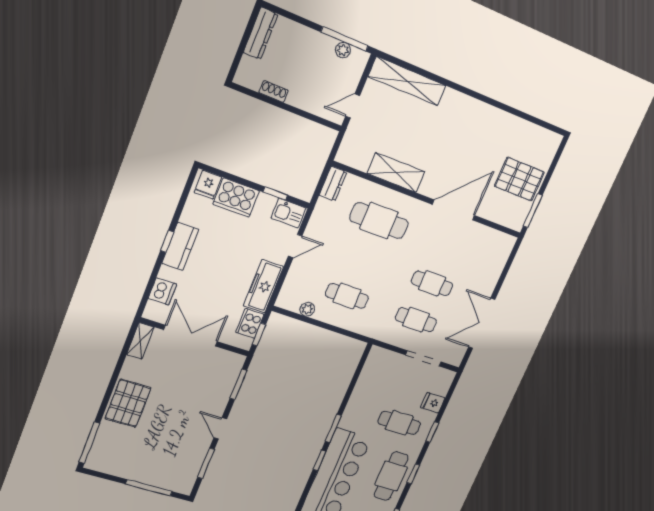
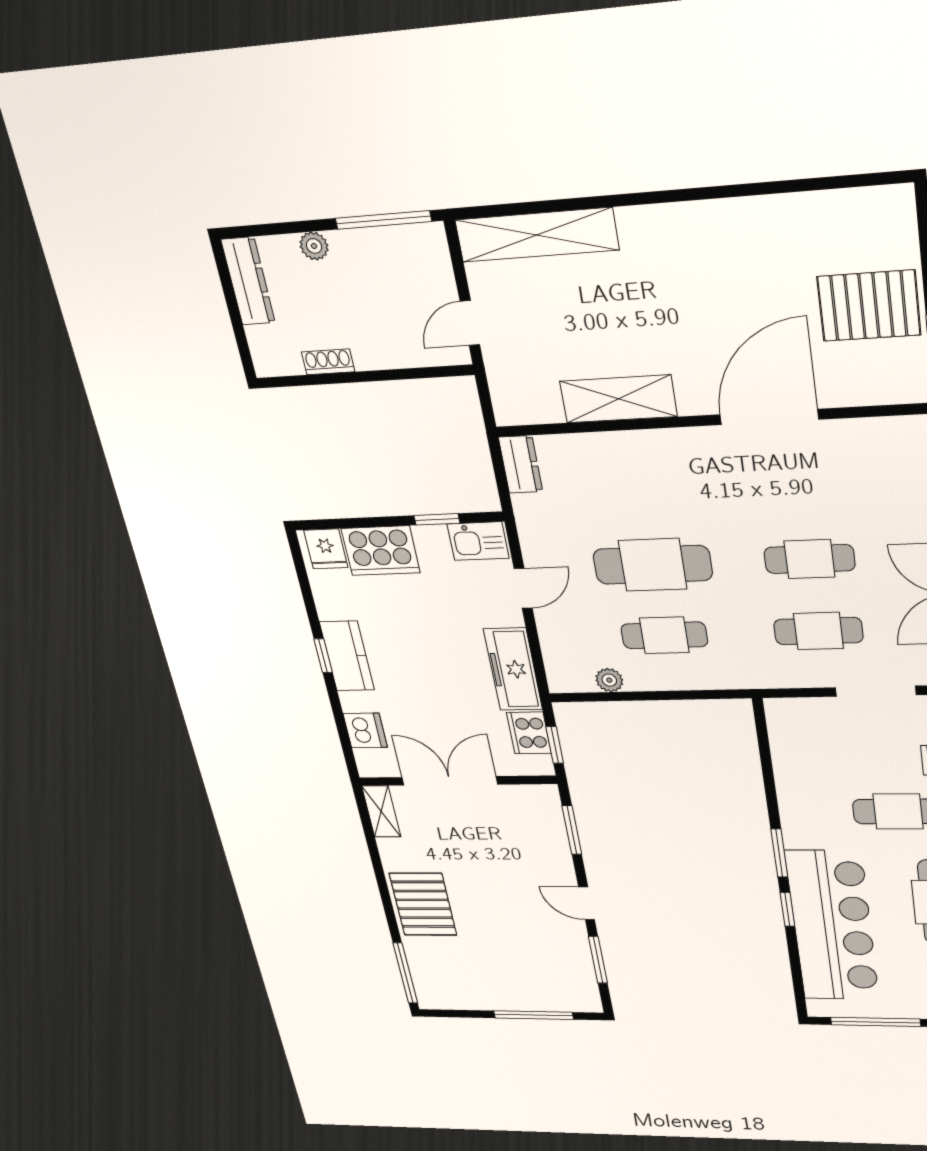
plant: (343, 50) -> (314, 246), moved
cafe table: (379, 221) -> (653, 565), moved

